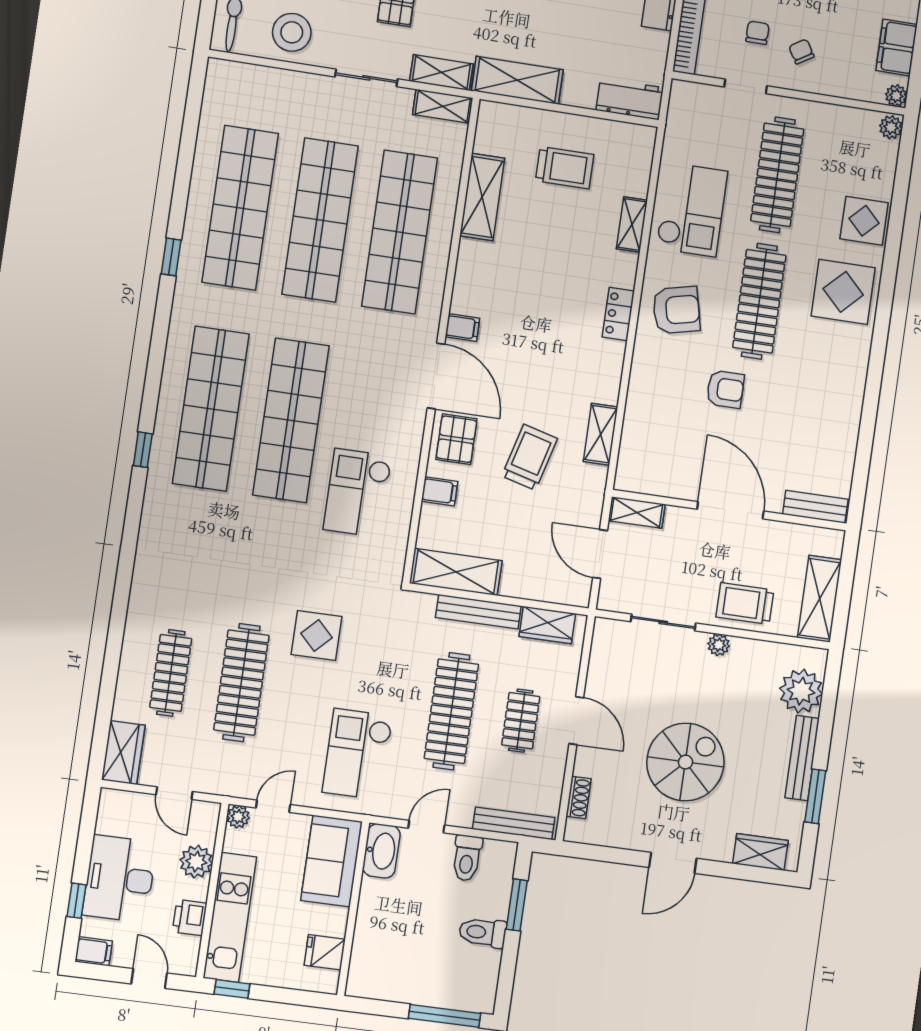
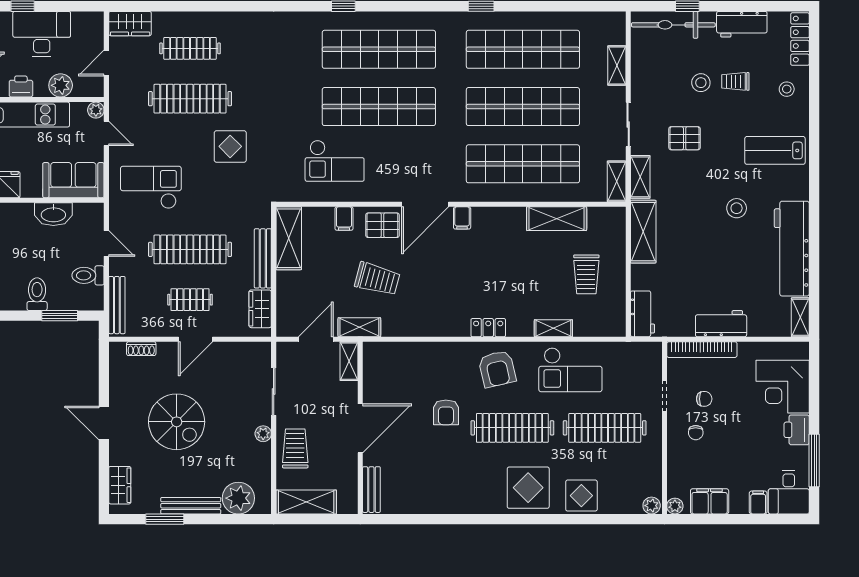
stool: (292, 32) -> (652, 67), removed
chair: (801, 52) -> (696, 433), turned 122
shelving: (282, 81) -> (617, 66), added
shelving: (601, 434) -> (359, 327), moved
checkout: (358, 493) -> (335, 161), turned 180
washbasin: (381, 851) -> (53, 214), moved

